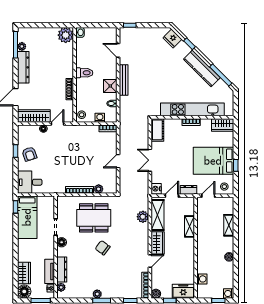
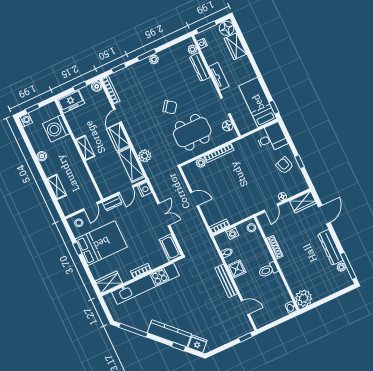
kitchen counter: (202, 68) -> (169, 333), moved
wardrobe: (34, 116) -> (303, 202), width x0.67
door: (118, 161) -> (194, 199), hinge flipped
shelving: (189, 226) -> (85, 148), moved
floor lamp: (62, 242) -> (228, 126), moved
tv unit: (50, 271) -> (219, 76), moved
washing machine: (202, 279) -> (56, 129), width x1.89, depth x1.89

